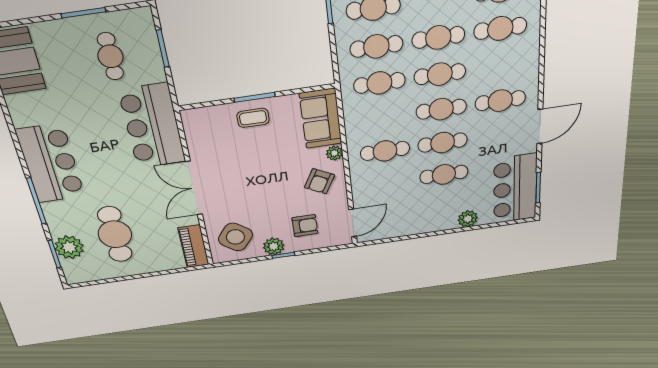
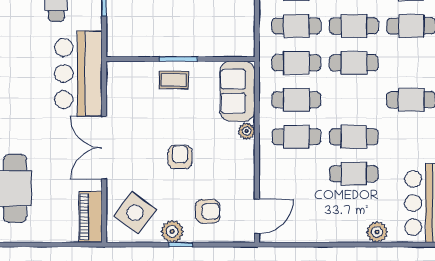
cafe table: (441, 109) -> (296, 100), moved
armchair: (320, 181) -> (180, 157), moved, turned 152

